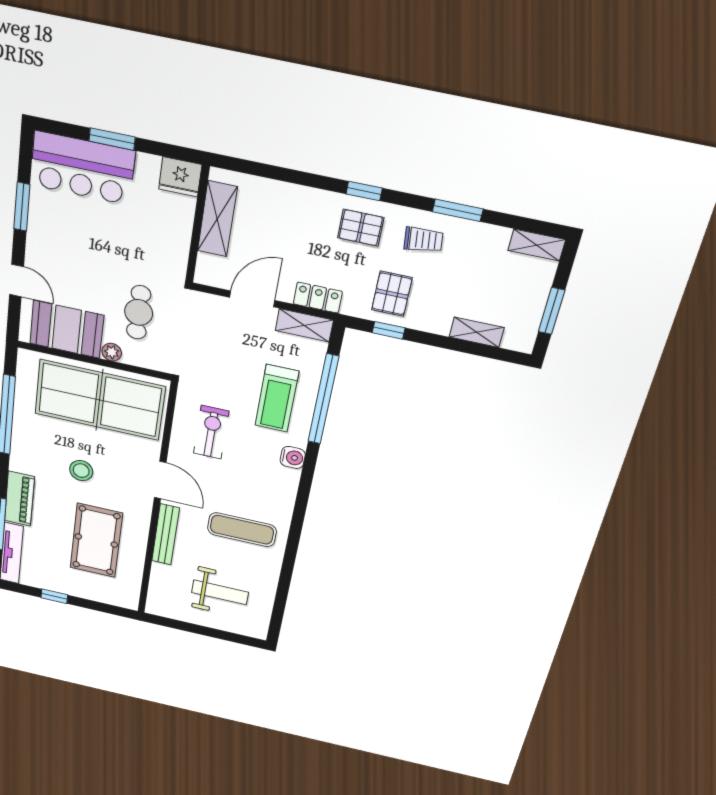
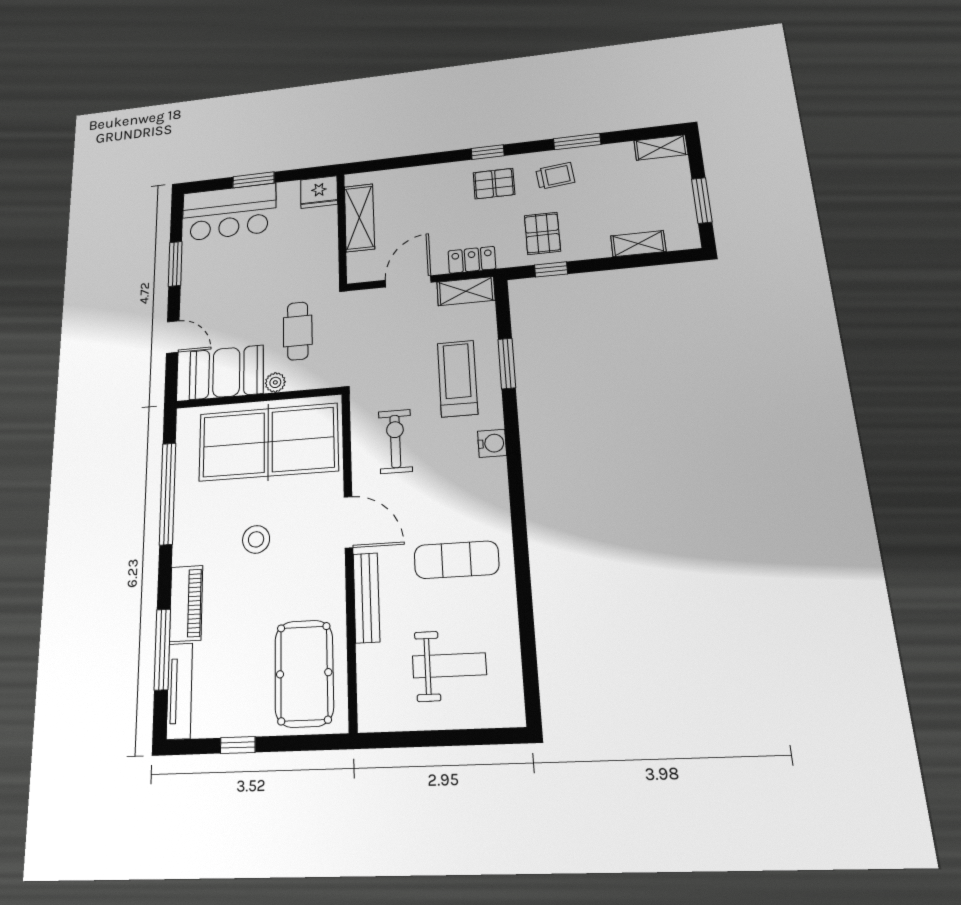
treadmill: (277, 398) -> (457, 378), turned 180
window: (323, 399) -> (507, 363), width x0.47
pool table: (96, 540) -> (304, 673), moved

